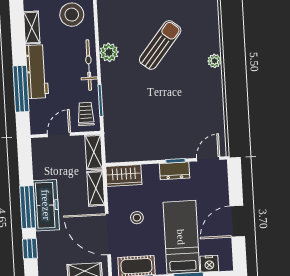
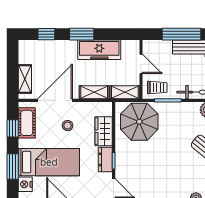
parasol: (128, 133) -> (139, 122), added
wardrobe: (124, 176) -> (104, 131), moved
freezer: (46, 205) -> (99, 50), moved
window: (28, 207) -> (82, 34), width x0.69

